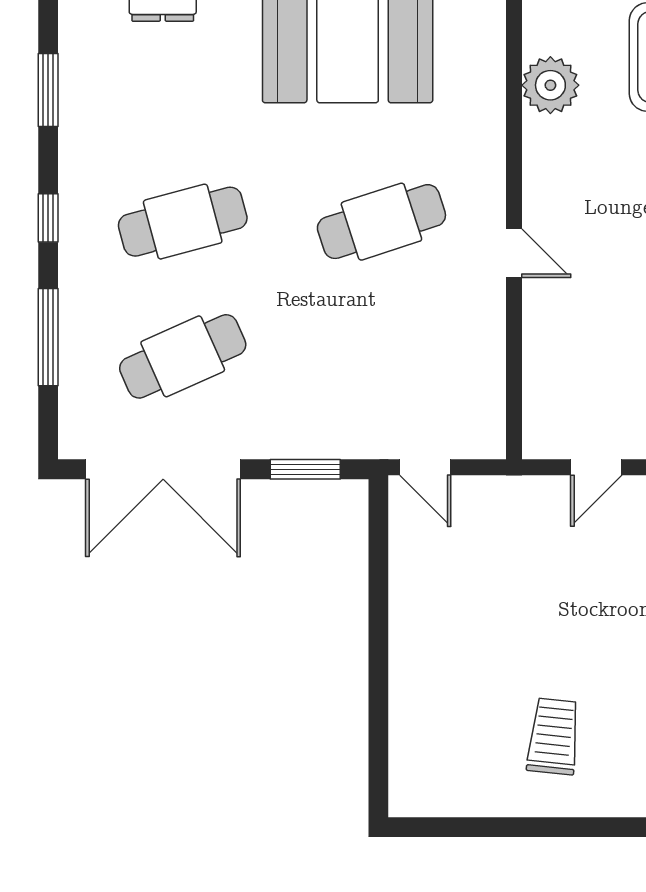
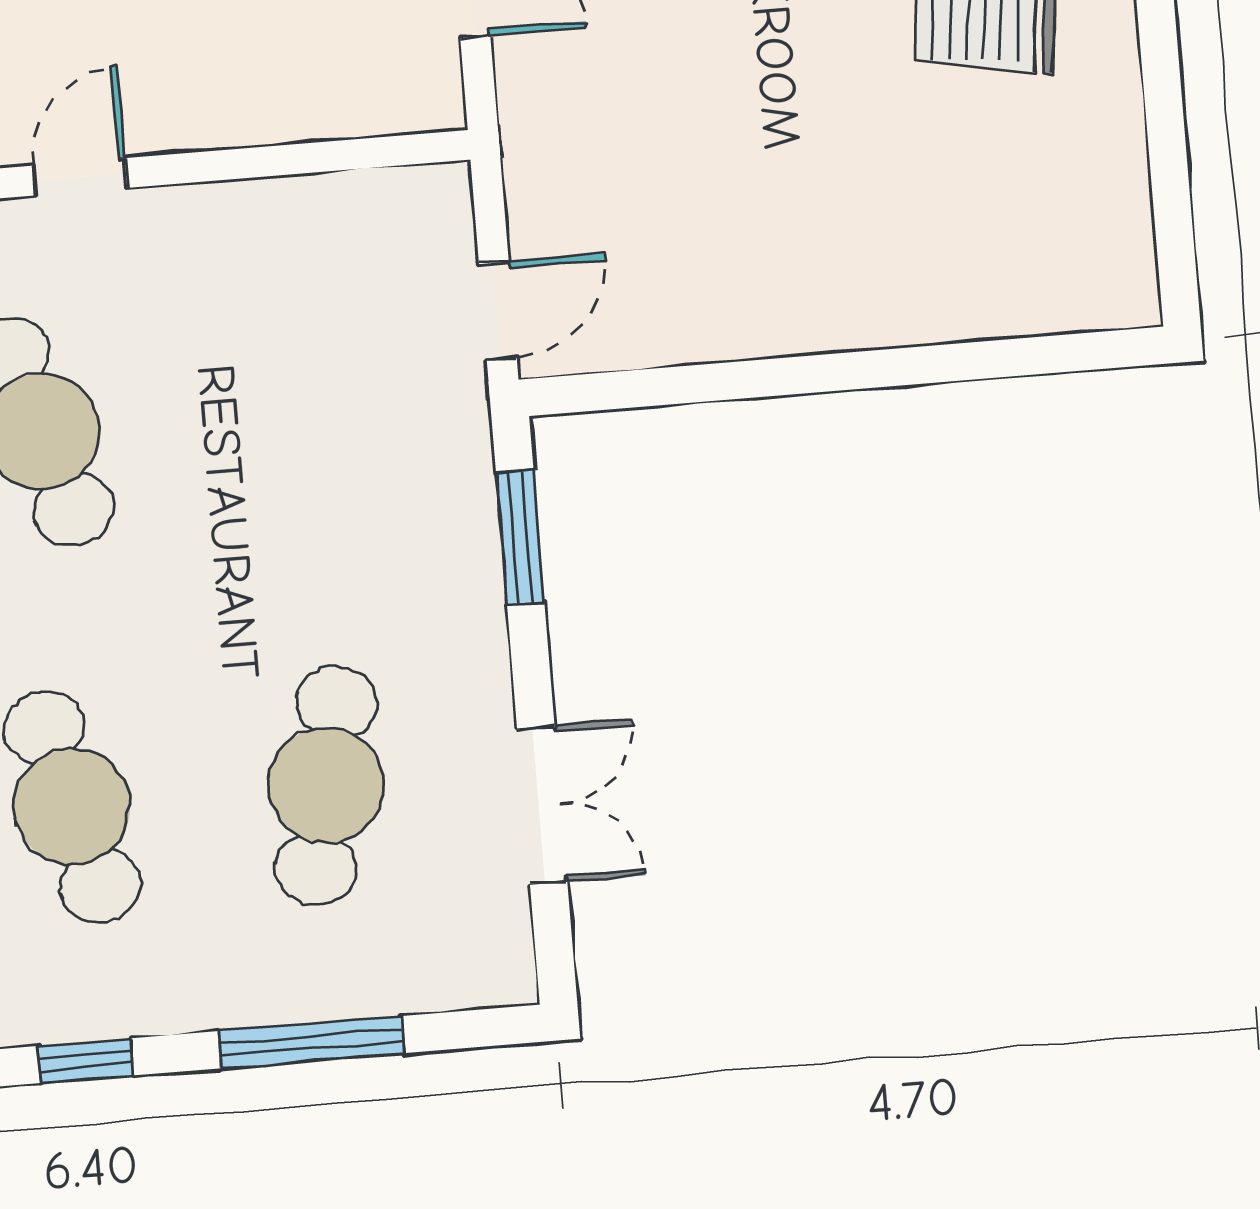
cafe table: (183, 356) -> (326, 786), turned 36
double door: (163, 469) -> (542, 805), width x0.54

